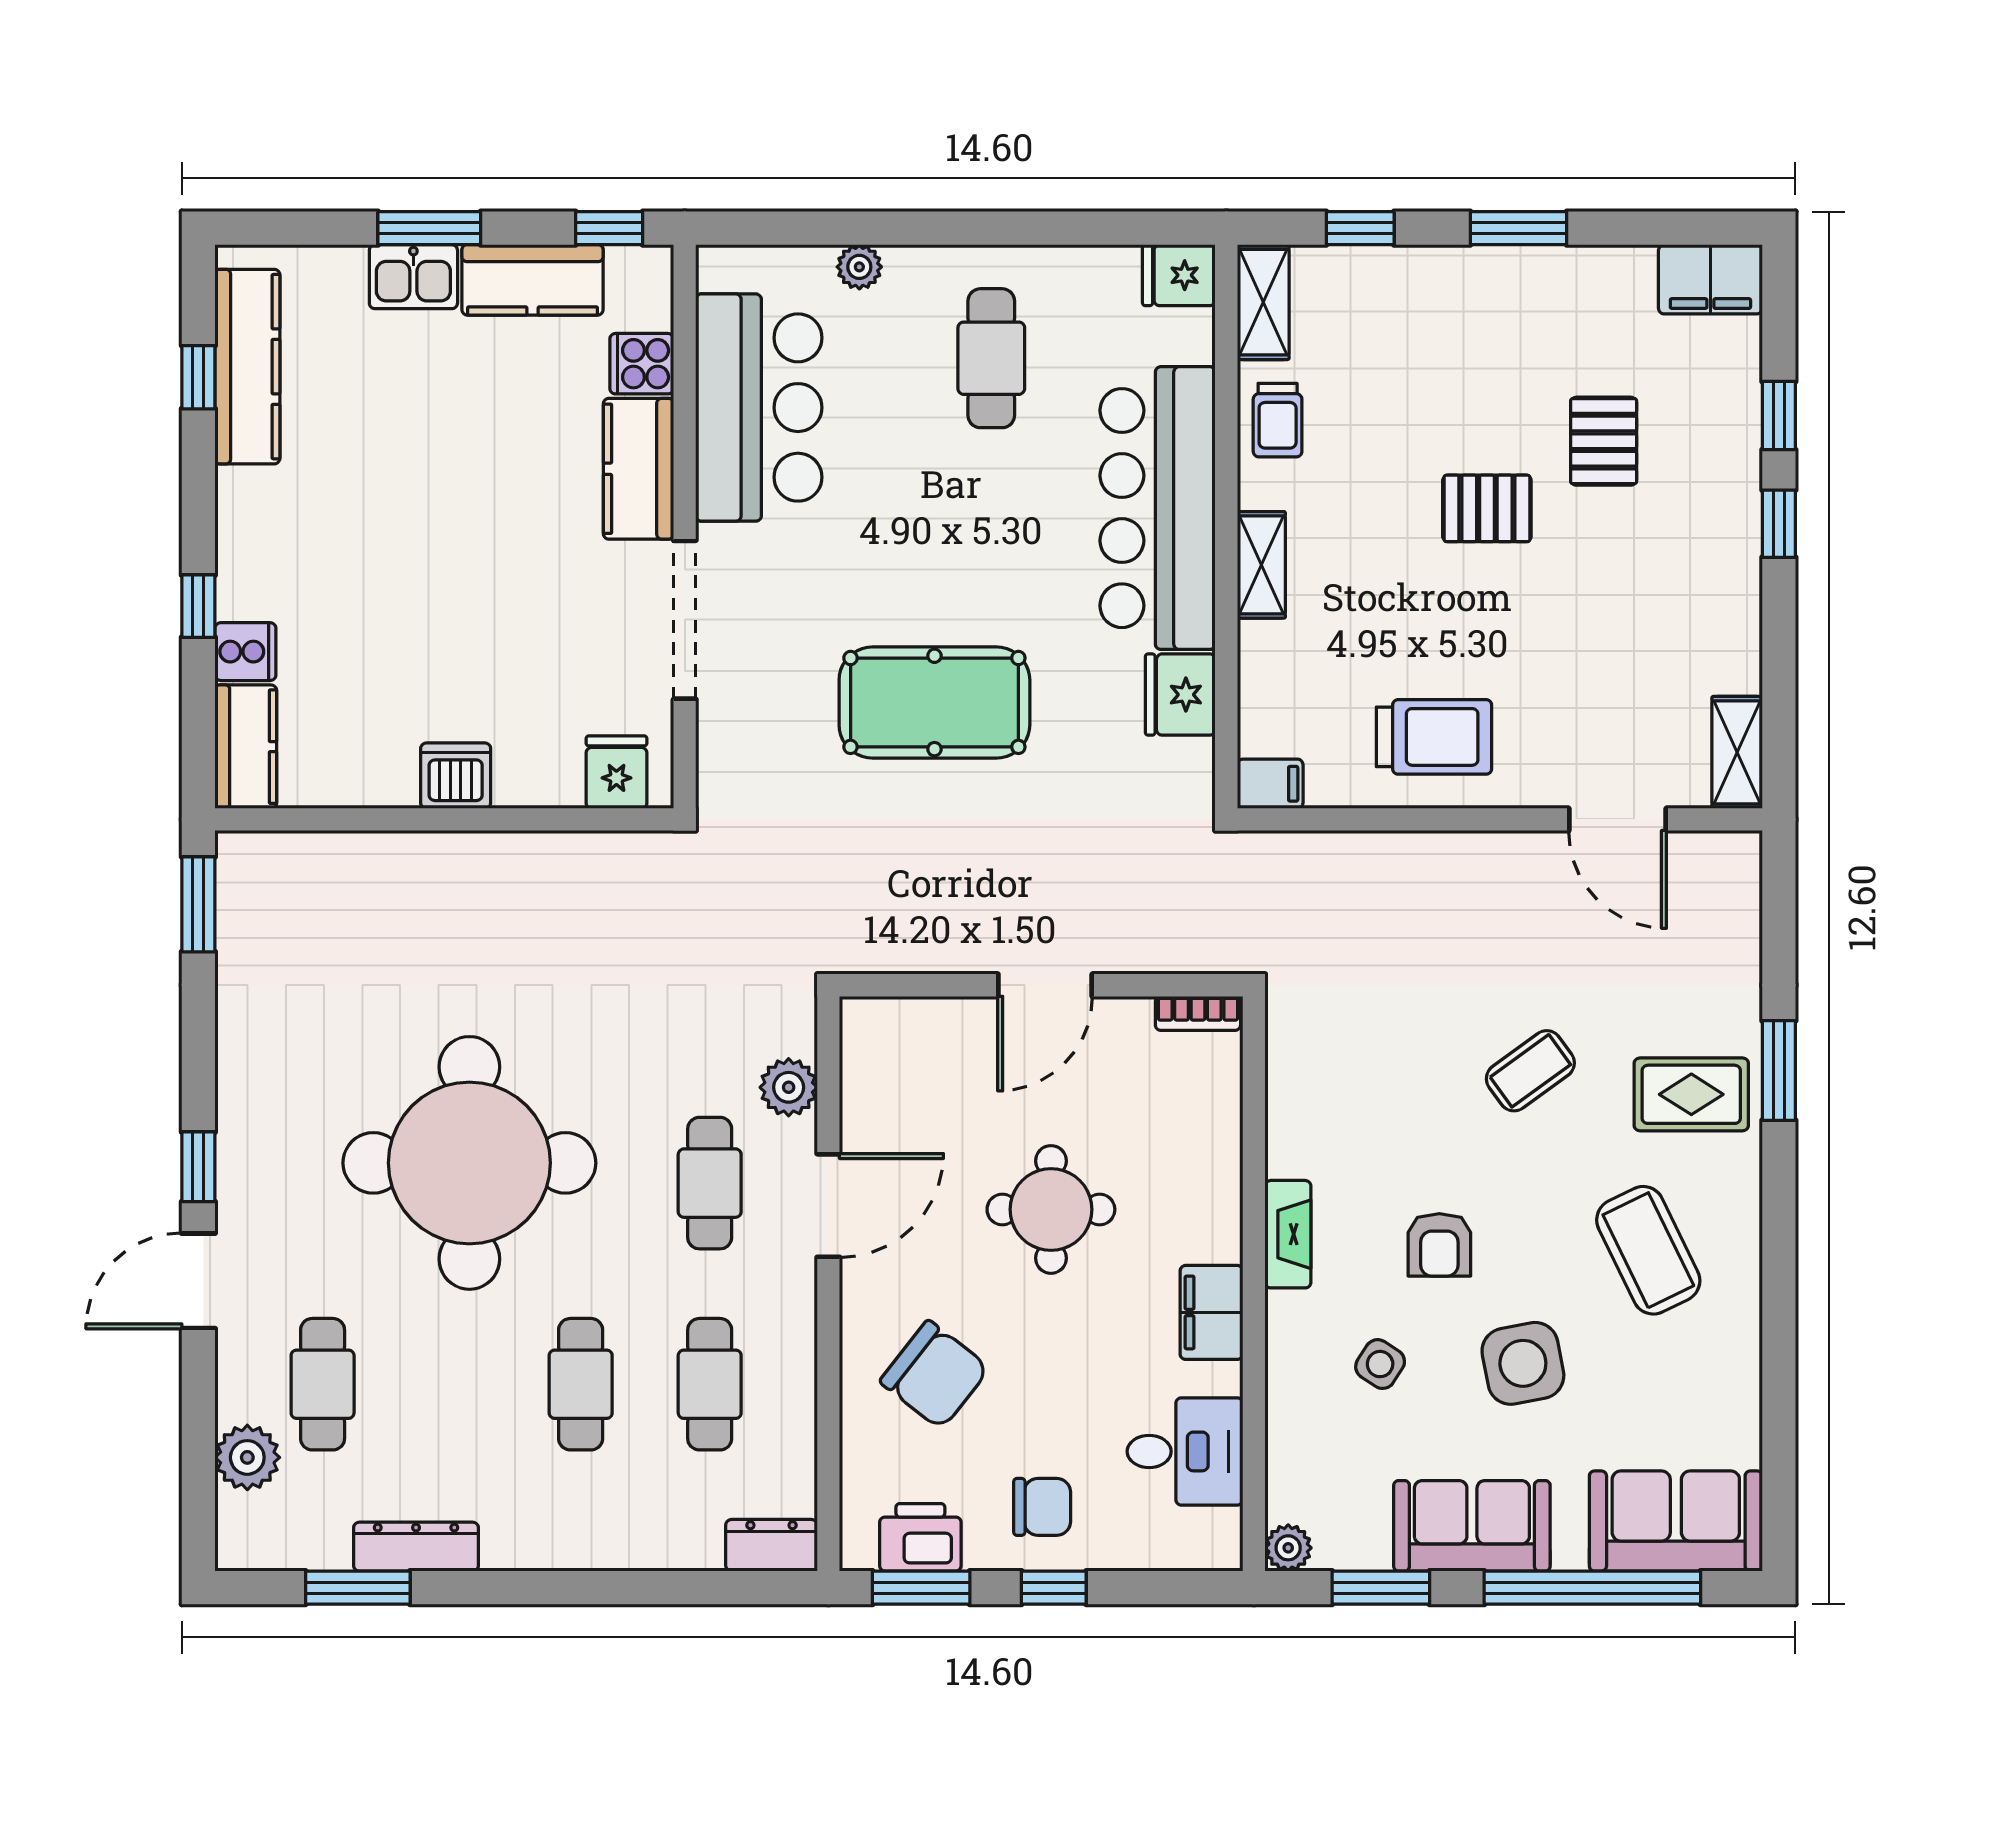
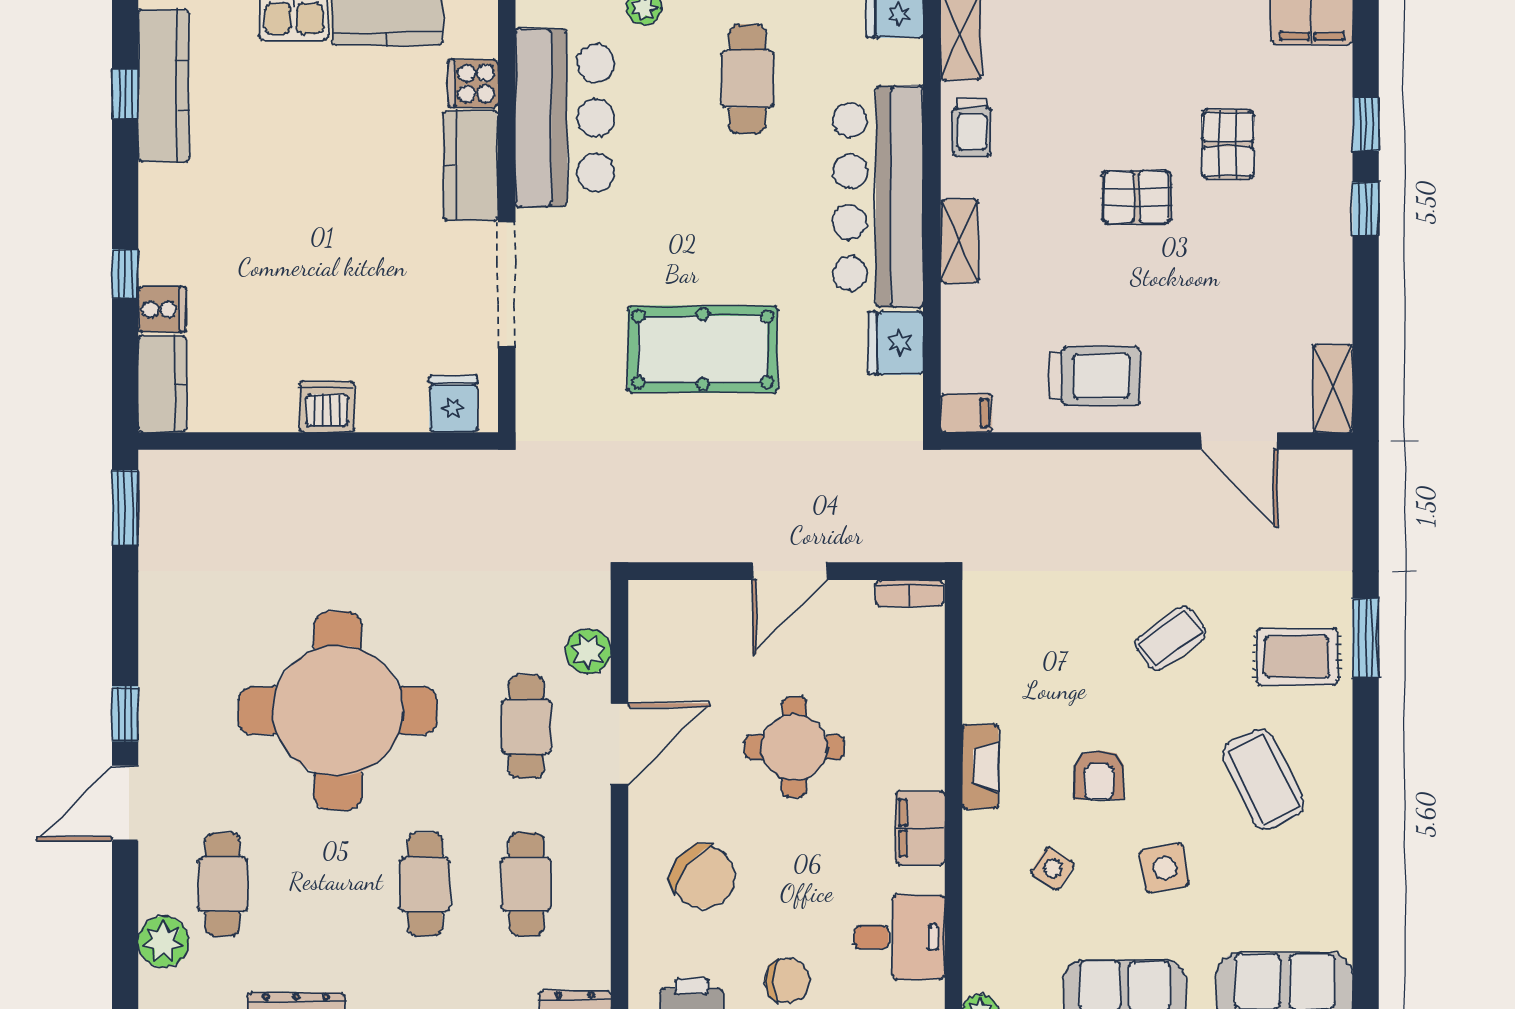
side table: (1523, 1363) -> (1165, 868), width x0.73, depth x0.73

